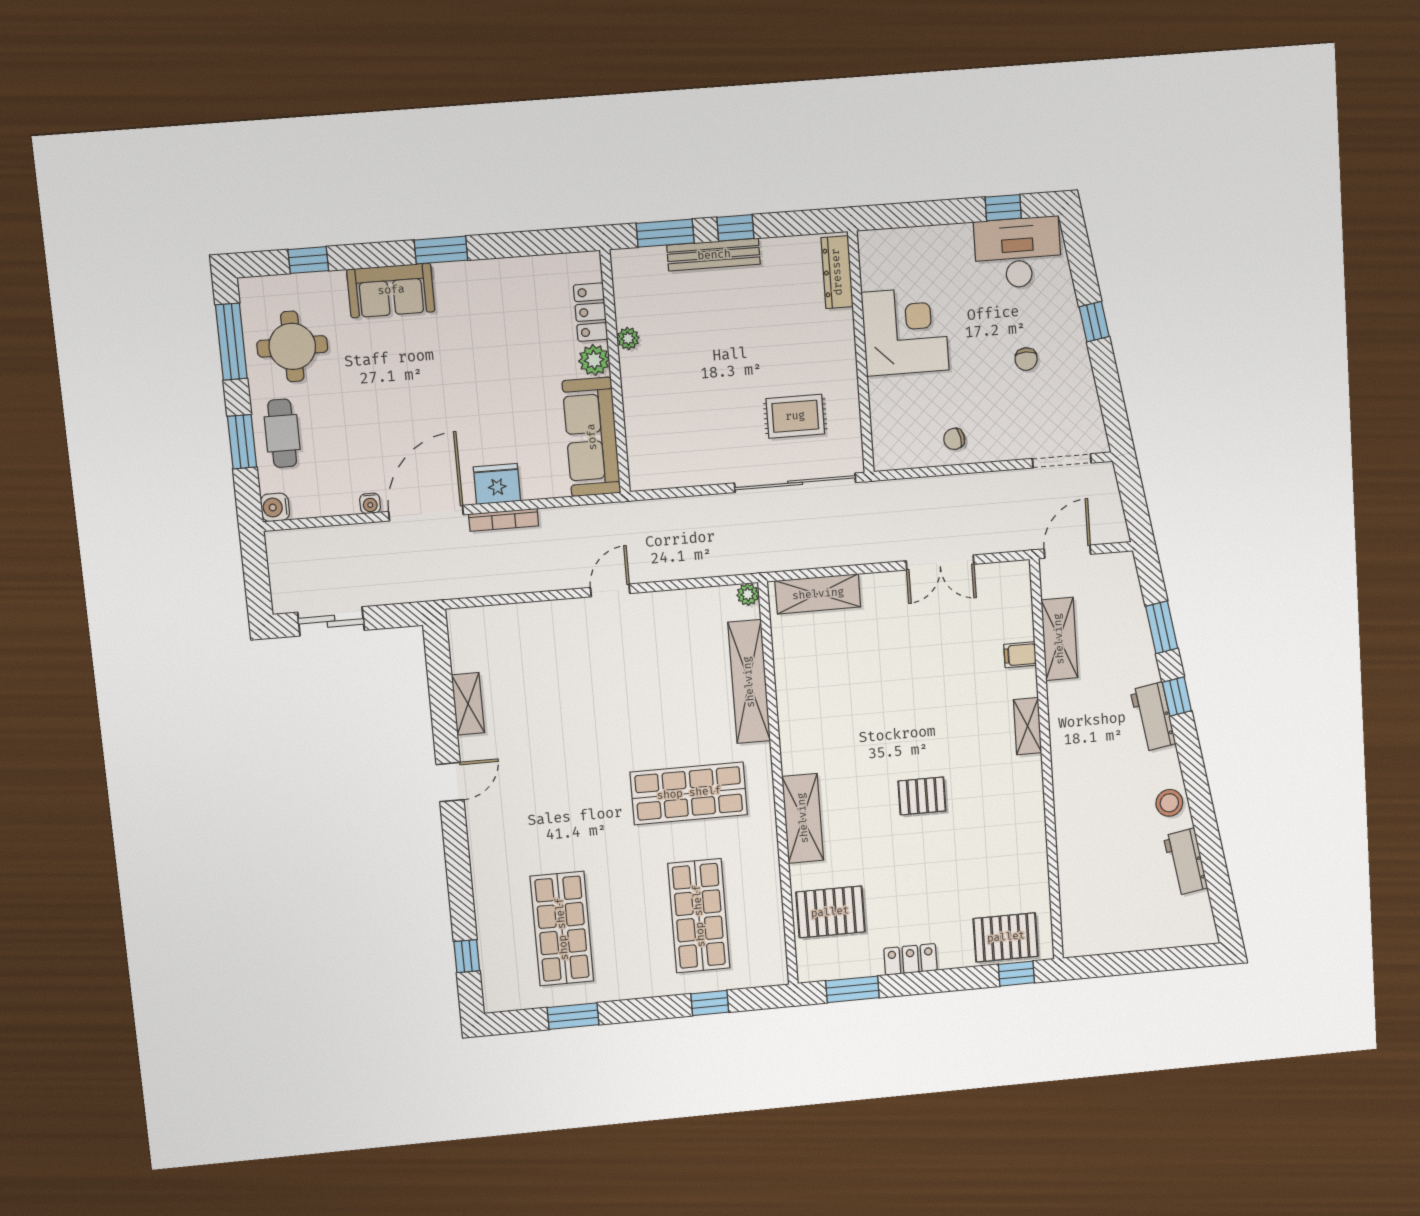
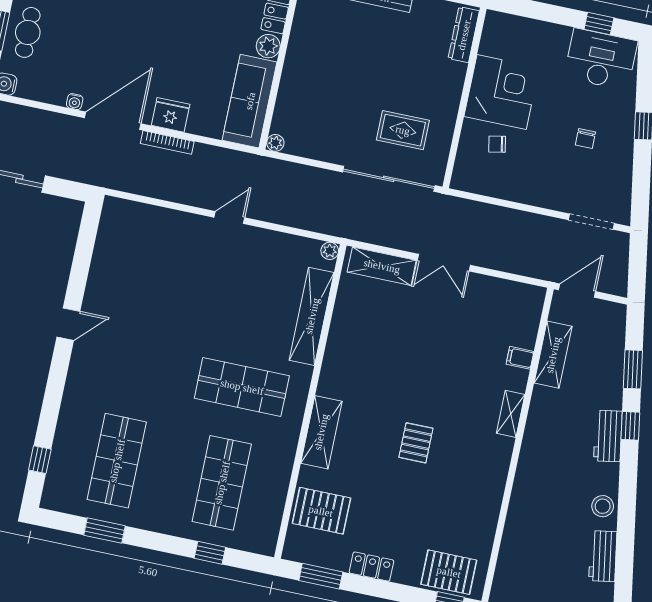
plant: (628, 338) -> (275, 143), moved
chair: (954, 439) -> (497, 144), moved
double door: (940, 562) -> (444, 263), moved
shelving: (468, 704) -> (100, 270), removed
pallet: (922, 796) -> (416, 443), turned 90

